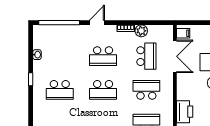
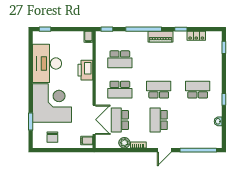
school desk: (103, 56) -> (159, 120), turned -90
double door: (175, 56) -> (94, 120), swing flipped

